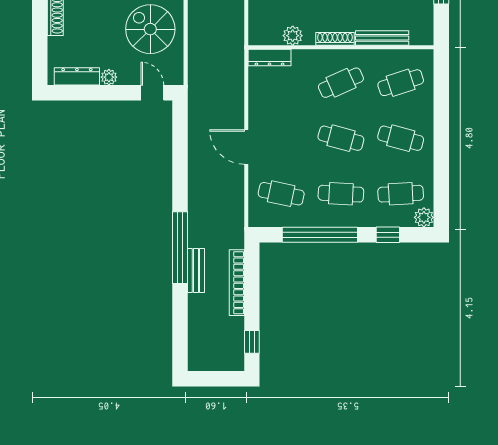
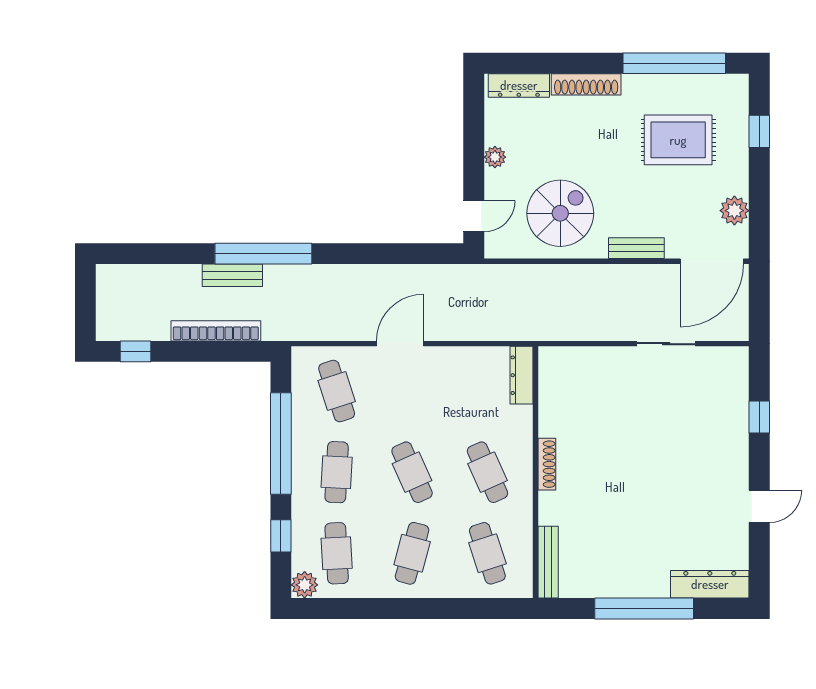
plant: (293, 36) -> (551, 407), removed
bench: (382, 38) -> (548, 562), moved
dresser: (77, 76) -> (519, 85), moved, turned 90
cafe table: (341, 138) -> (412, 472), turned -39
cafe table: (281, 194) -> (337, 391), turned -30

